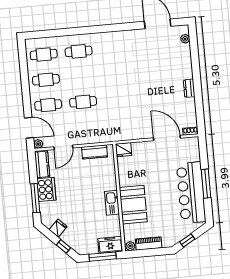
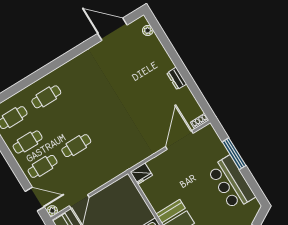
door: (167, 138) -> (179, 140), hinge flipped
kitchen counter: (94, 152) -> (113, 190), removed
window: (206, 184) -> (234, 154), moved
bar counter: (191, 193) -> (231, 183), width x0.73

